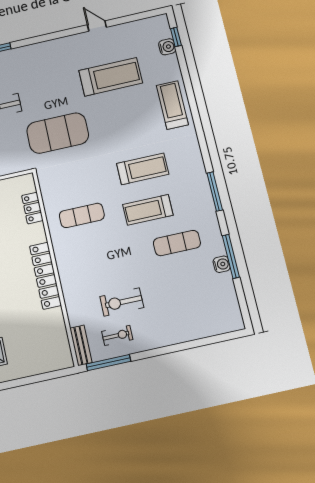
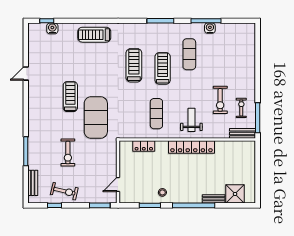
treadmill: (111, 77) -> (70, 97), moved, width x0.73, depth x0.73
treadmill: (148, 210) -> (163, 68), turned 180
weight bench: (84, 267) -> (191, 120), added

